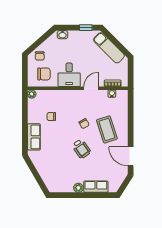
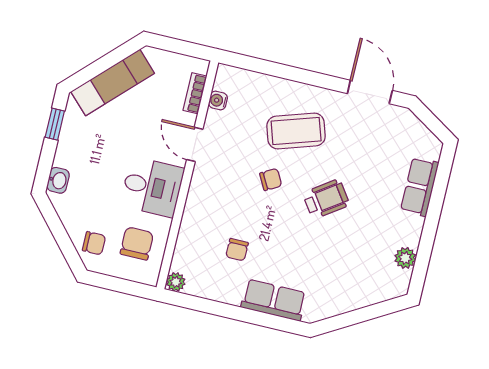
door: (131, 156) -> (370, 92), swing flipped
plant: (78, 188) -> (405, 258), moved

